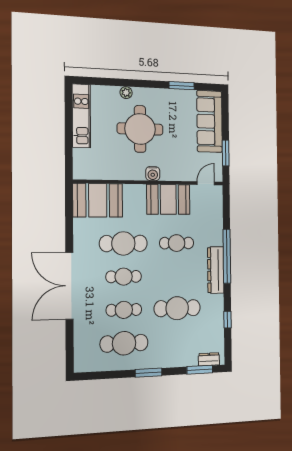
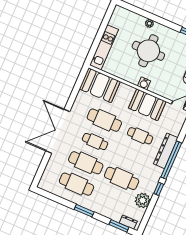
kitchen unit: (81, 116) -> (104, 47), moved
dresser: (216, 270) -> (166, 151), moved
cafe table: (124, 310) -> (86, 163), width x1.37, depth x1.35
window: (228, 320) -> (159, 189), moved
plant: (214, 323) -> (142, 200), added

